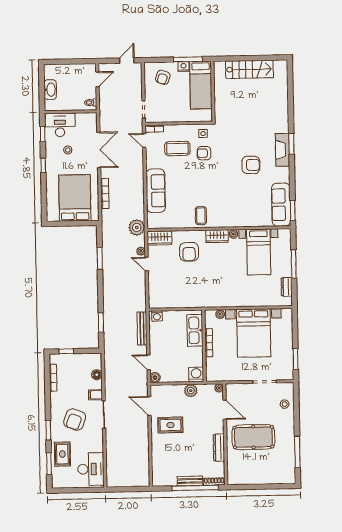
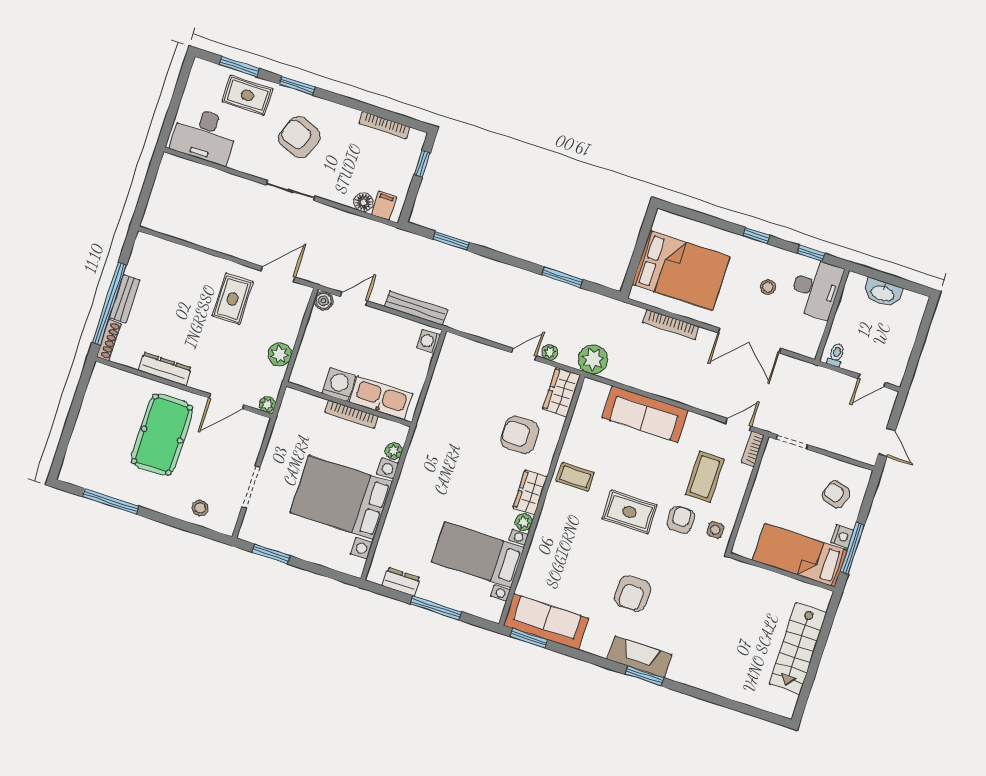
door: (97, 79) -> (872, 381), hinge flipped
rug: (209, 181) -> (629, 512), added
washing machine: (196, 374) -> (339, 385), moved, turned -90
filing cabinet: (96, 395) -> (384, 206), moved

